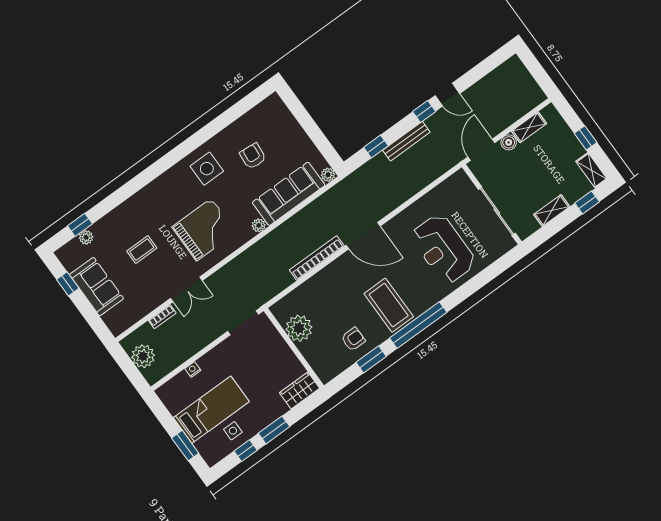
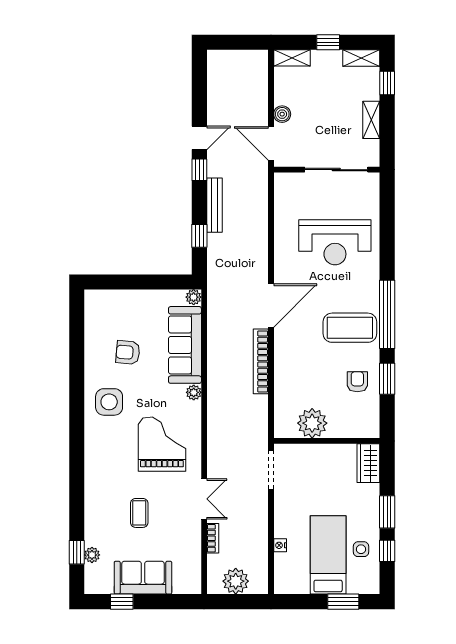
shelving: (529, 127) -> (292, 58), moved, turned 90

